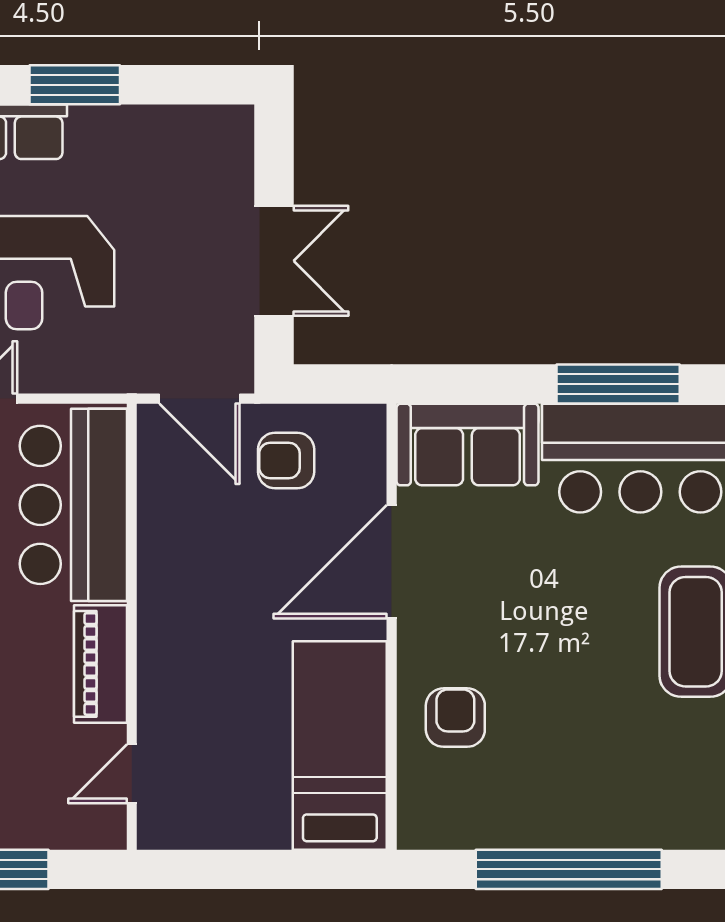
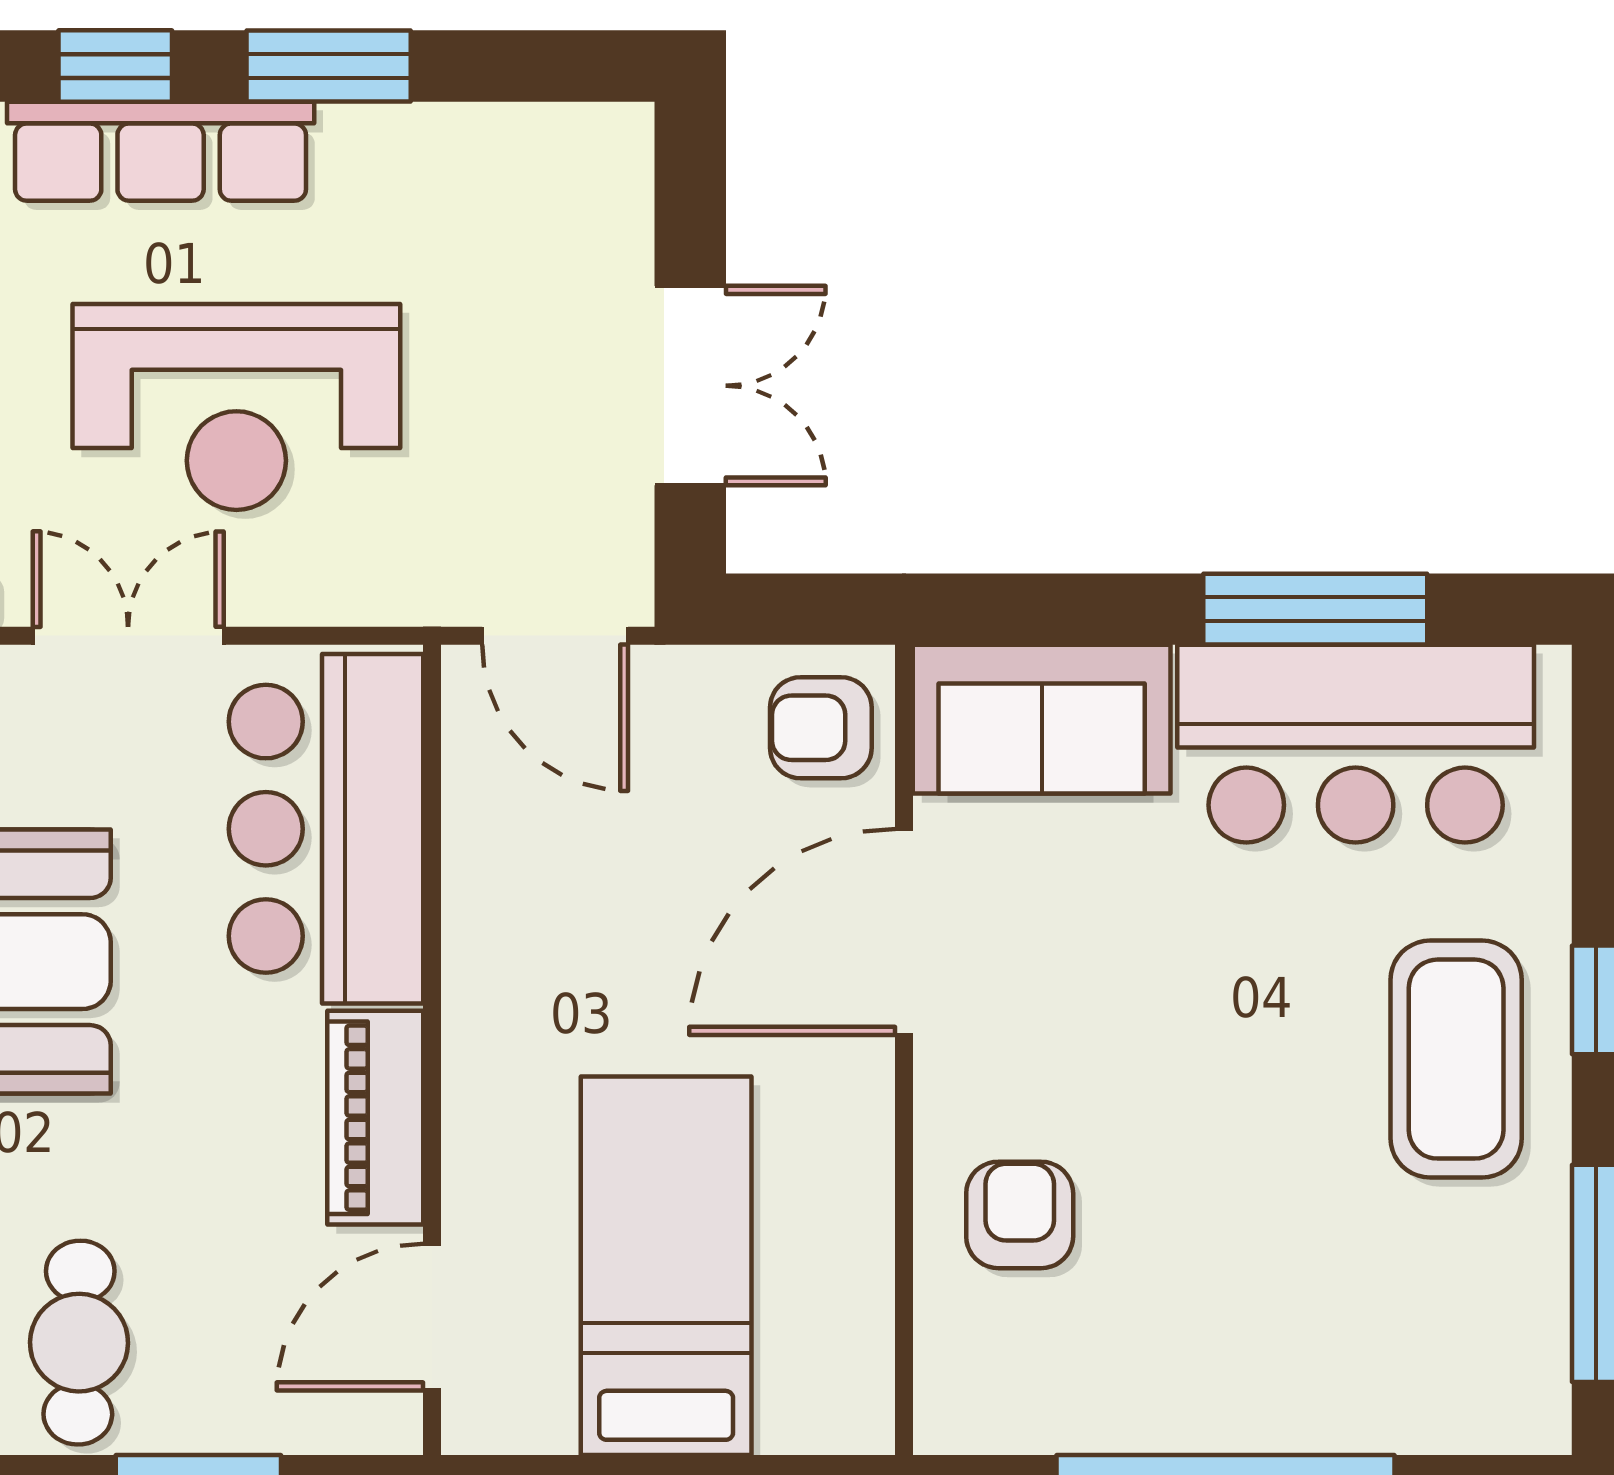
armchair: (286, 461) -> (821, 728), moved
bed: (340, 745) -> (666, 1266), moved
door: (132, 774) -> (432, 1317), width x1.38

